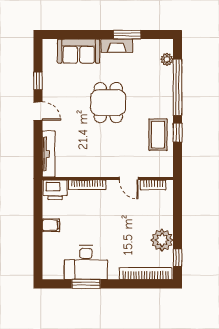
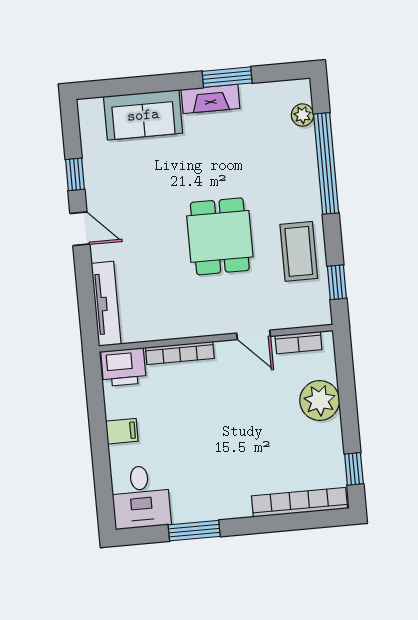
dining table: (108, 103) -> (220, 236), moved
window: (178, 133) -> (337, 282), moved
plant: (162, 240) -> (320, 400), moved
desk: (86, 263) -> (141, 497), moved, width x0.73

